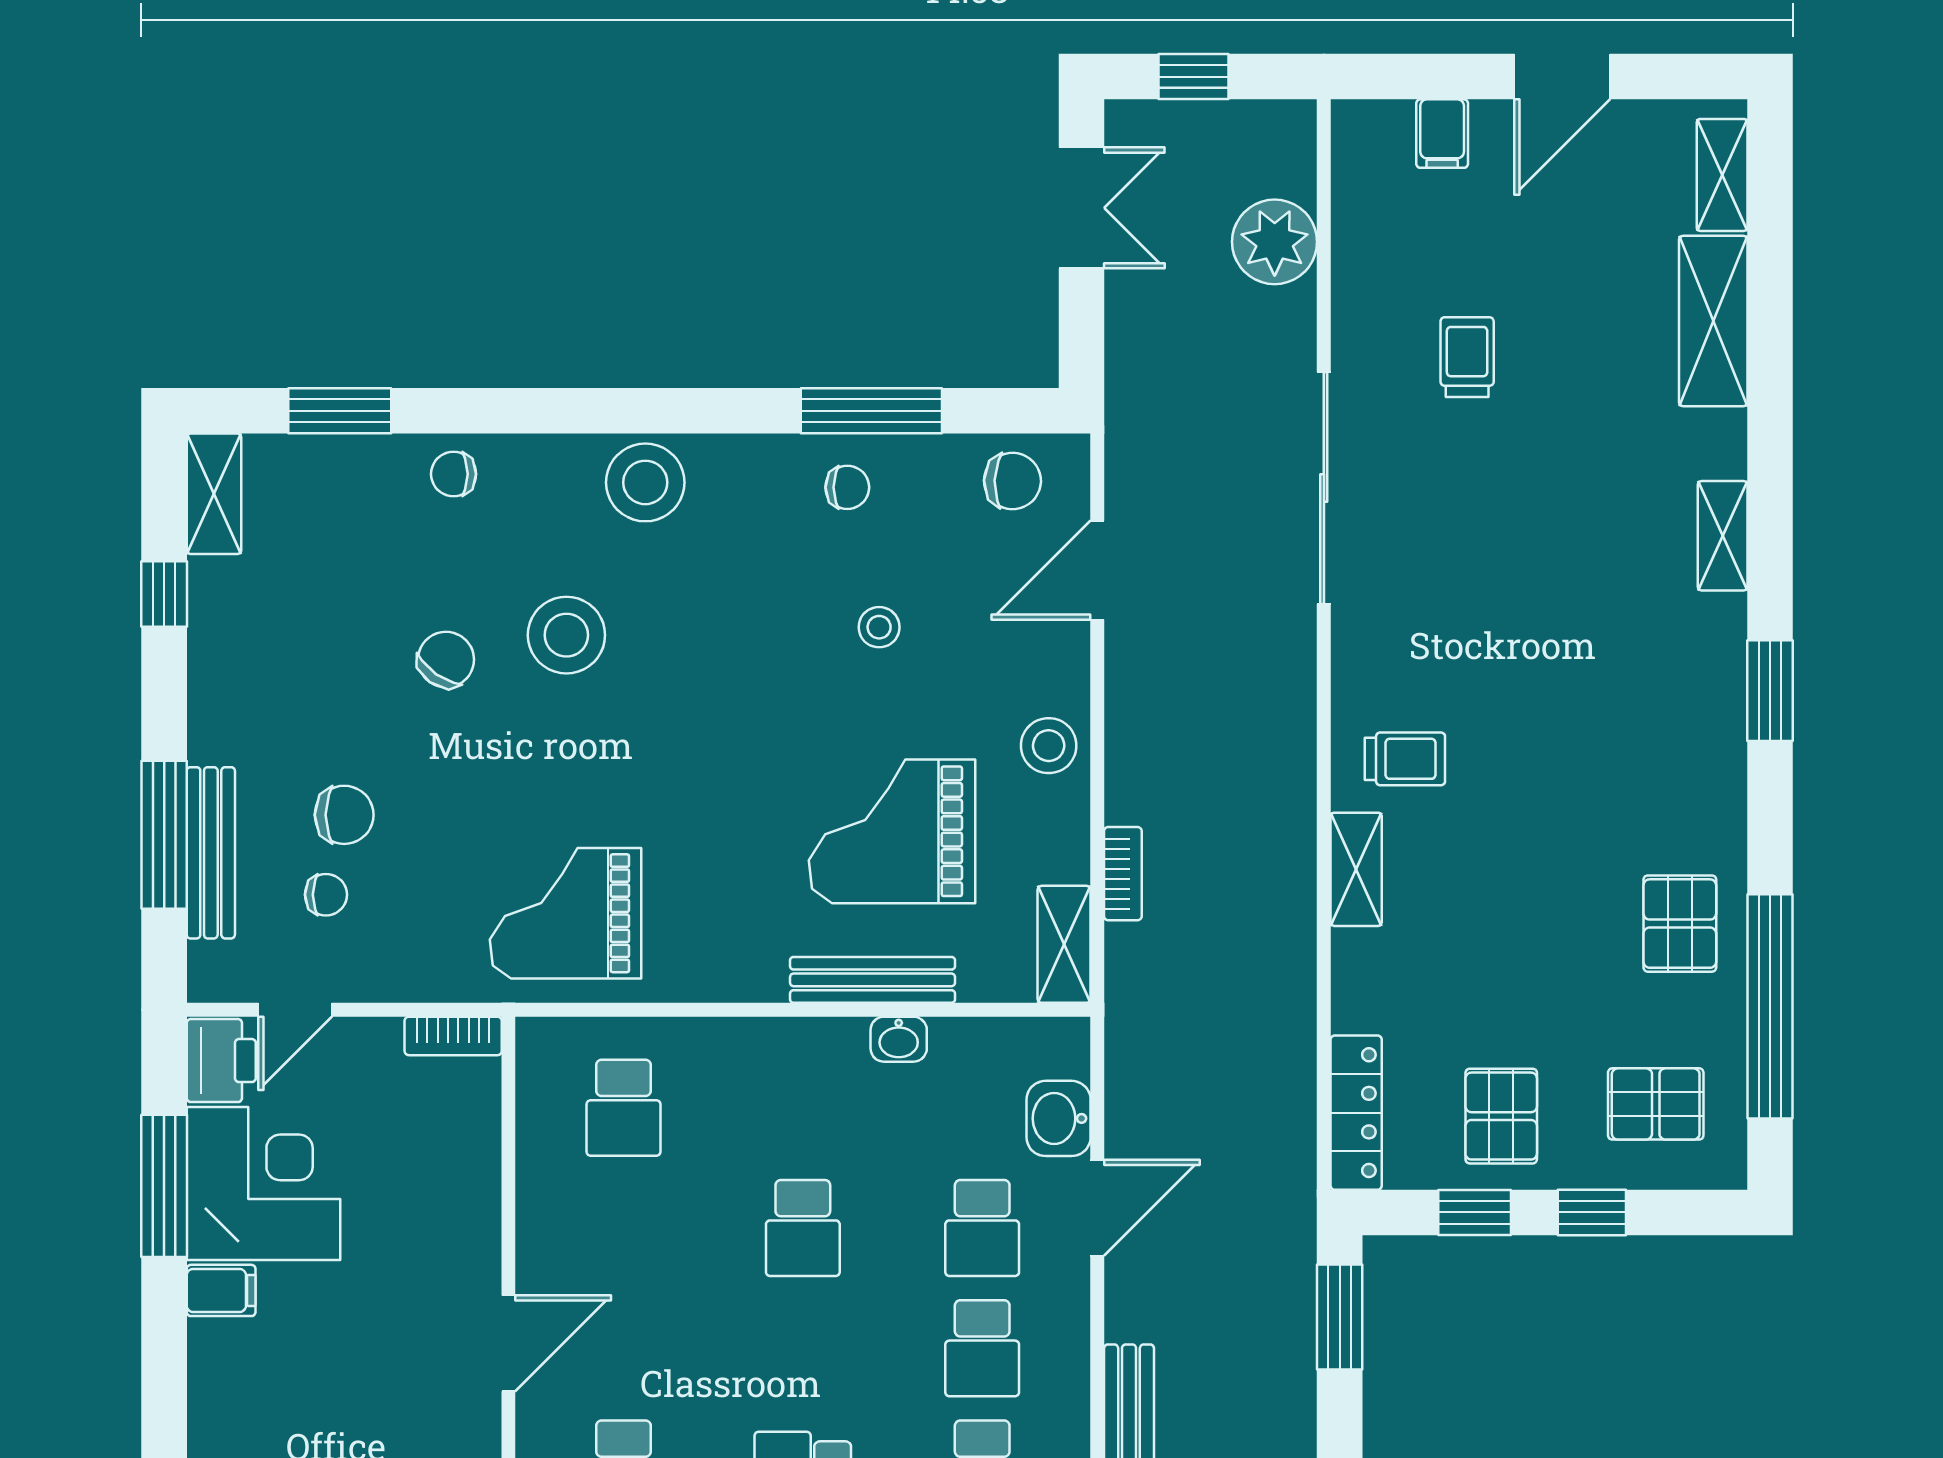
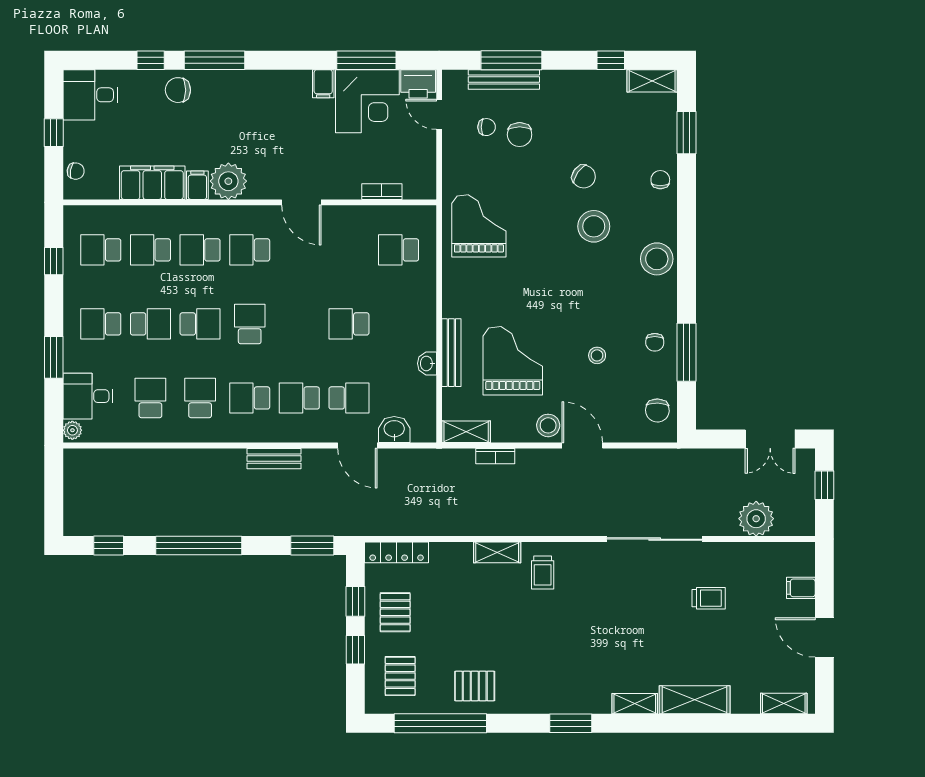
shelving: (1713, 321) -> (695, 700), moved
door: (1097, 570) -> (582, 446), moved
chair: (326, 895) -> (487, 127), turned -90
bookcase: (453, 1036) -> (382, 192), moved, turned 90
pallet: (1501, 1116) -> (395, 612), turned 90
school desk: (982, 1228) -> (349, 398), turned 180

